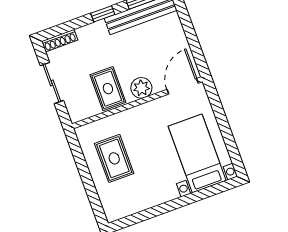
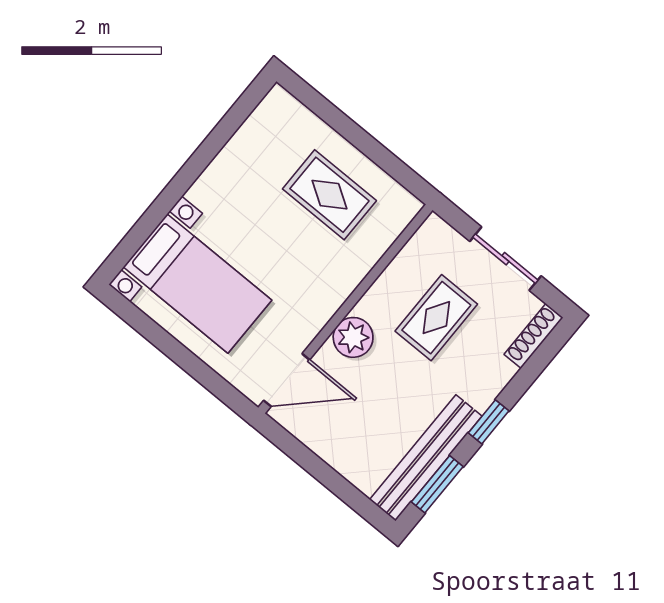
door: (183, 86) -> (287, 380), hinge flipped
rug: (108, 89) -> (436, 318), moved, turned 90

